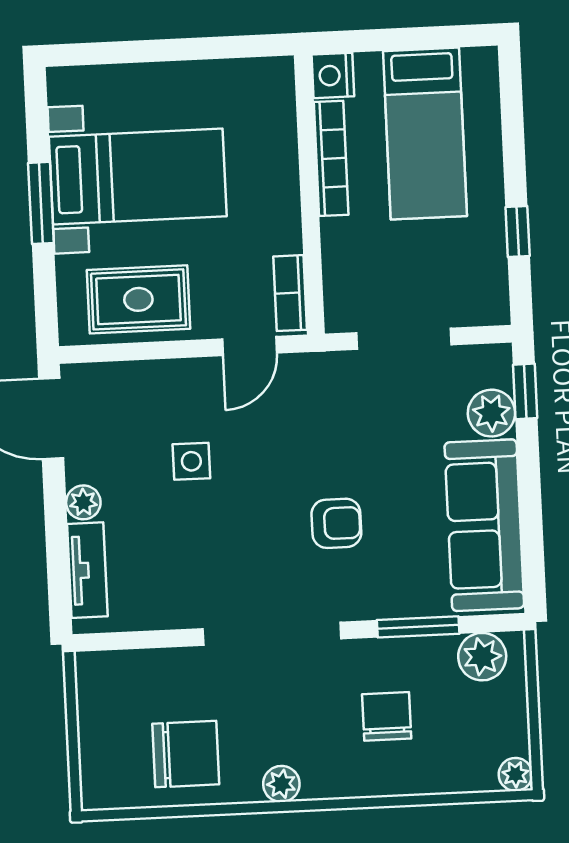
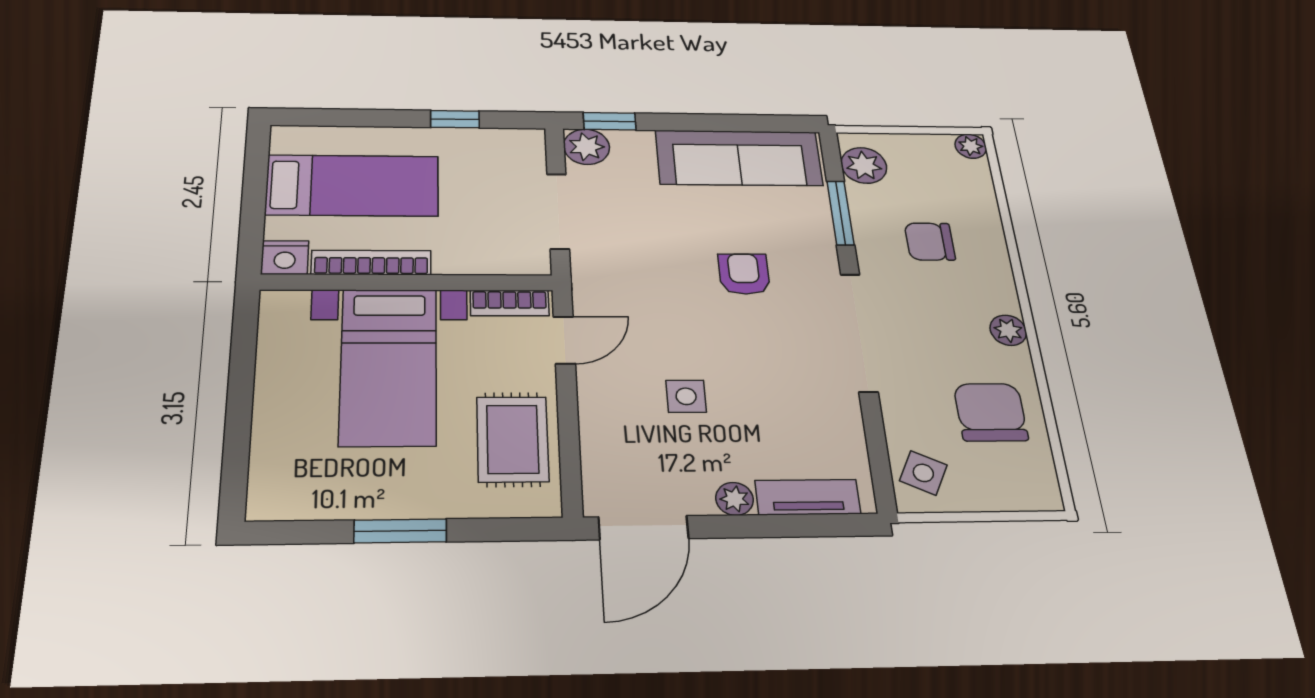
bed with nightstands: (138, 176) -> (389, 366), moved, turned 180
door: (250, 346) -> (564, 340), hinge flipped
plant: (491, 413) -> (586, 147), moved
side table: (117, 681) -> (923, 473), added

